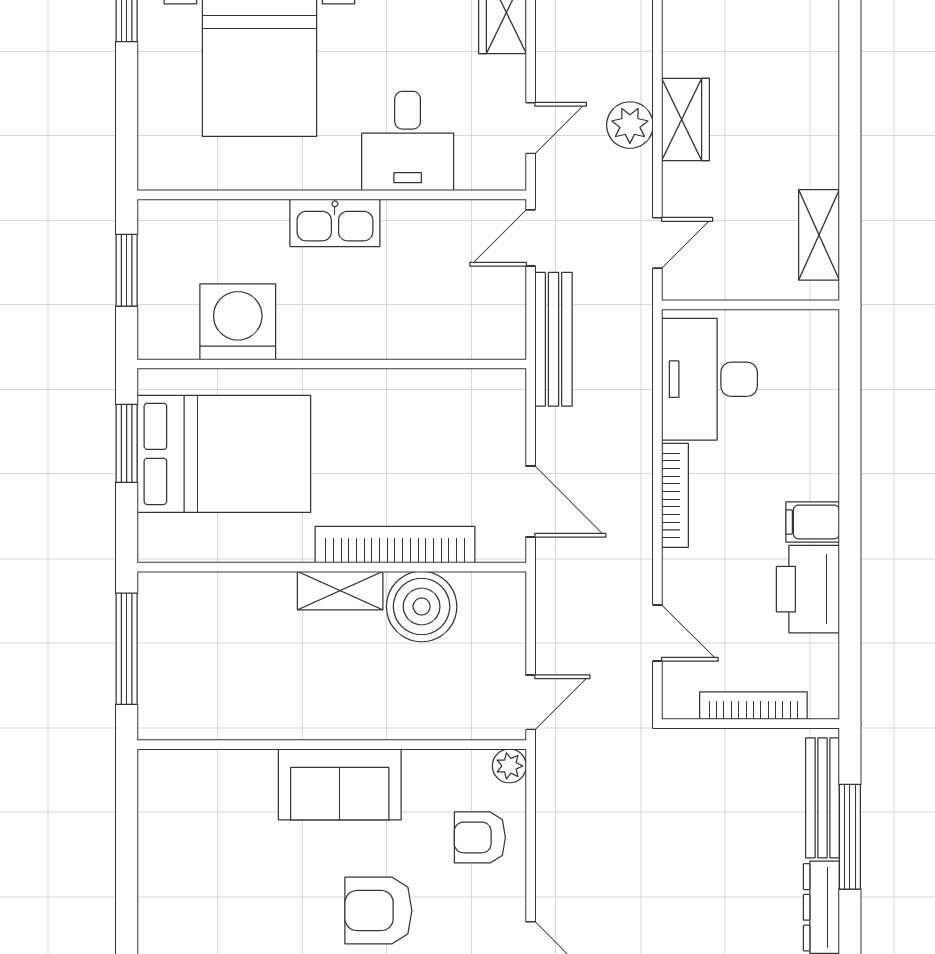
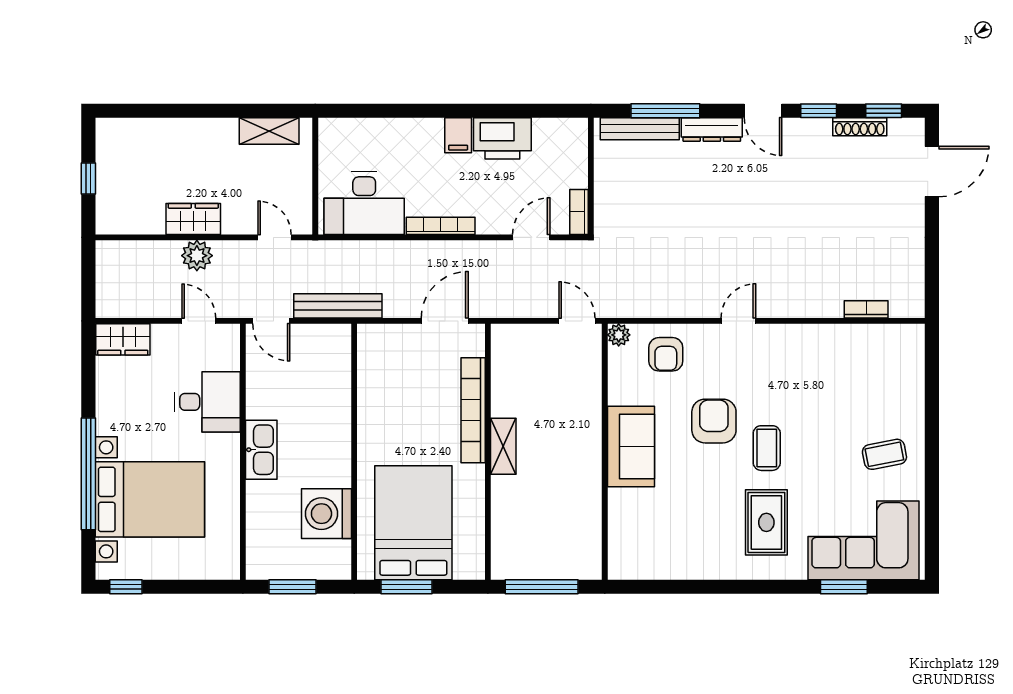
boiler: (422, 607) -> (514, 393), removed
bookcase: (753, 706) -> (579, 212), moved, width x0.64
armchair: (378, 911) -> (714, 421), turned 180

